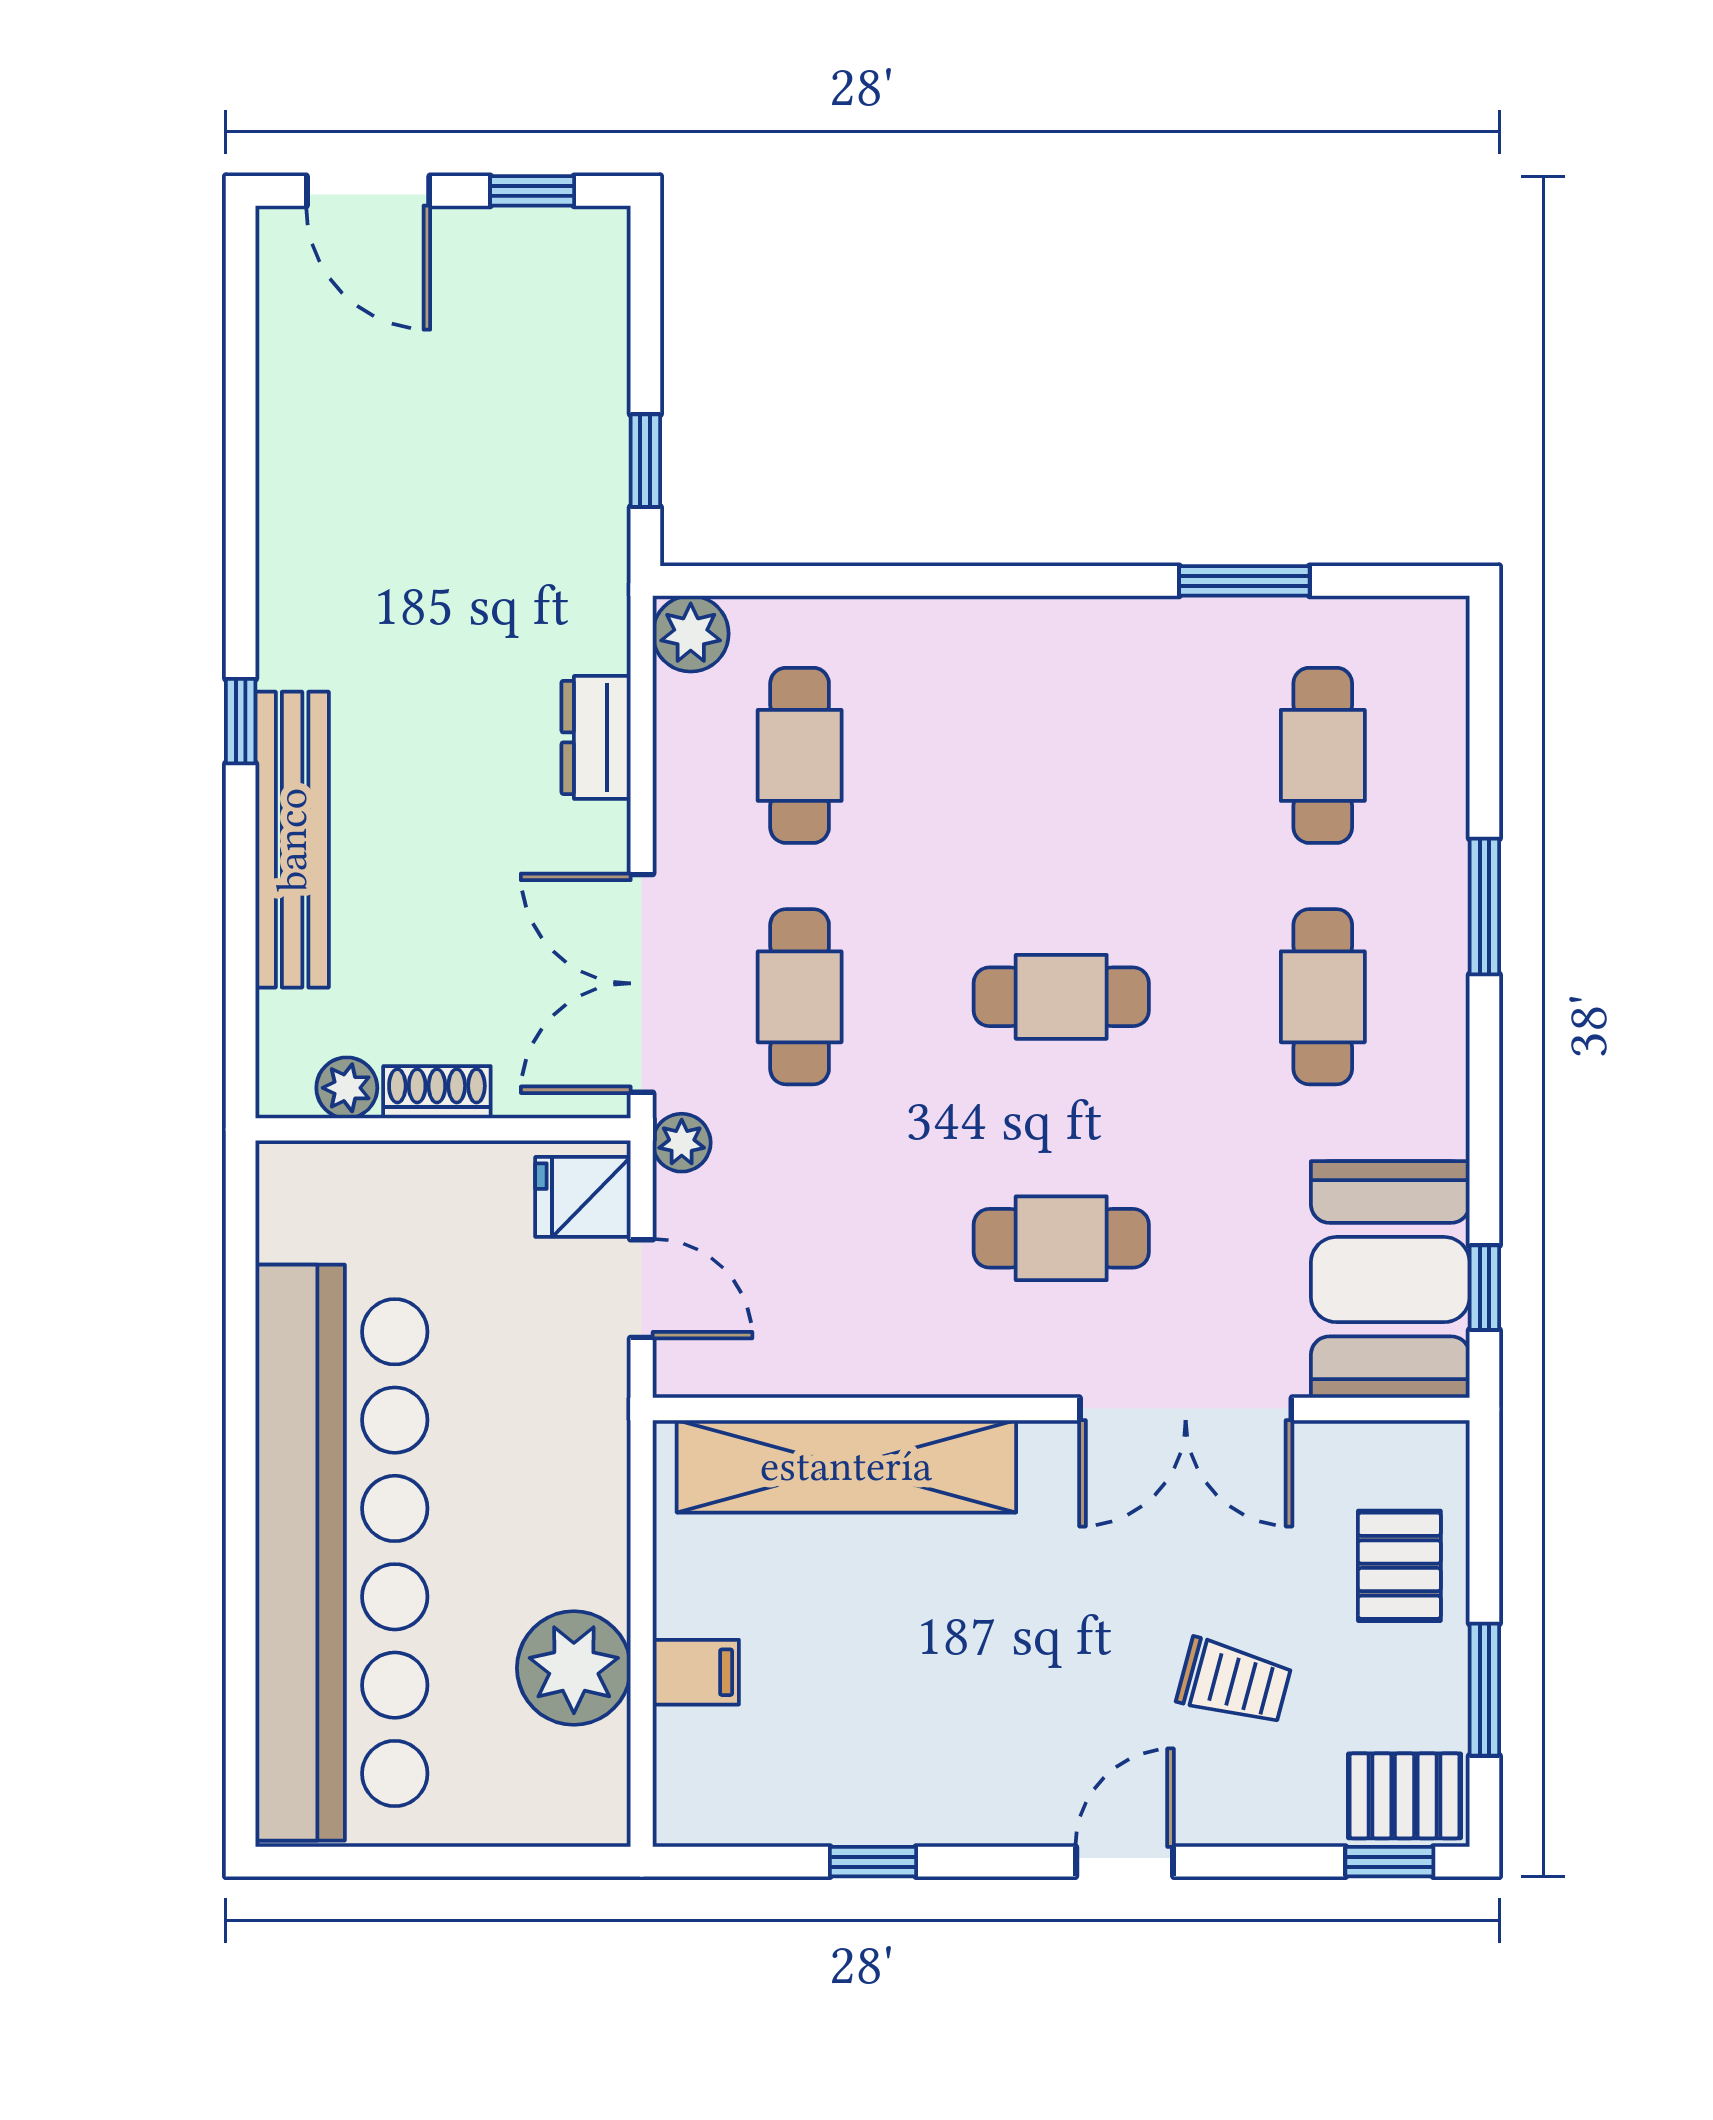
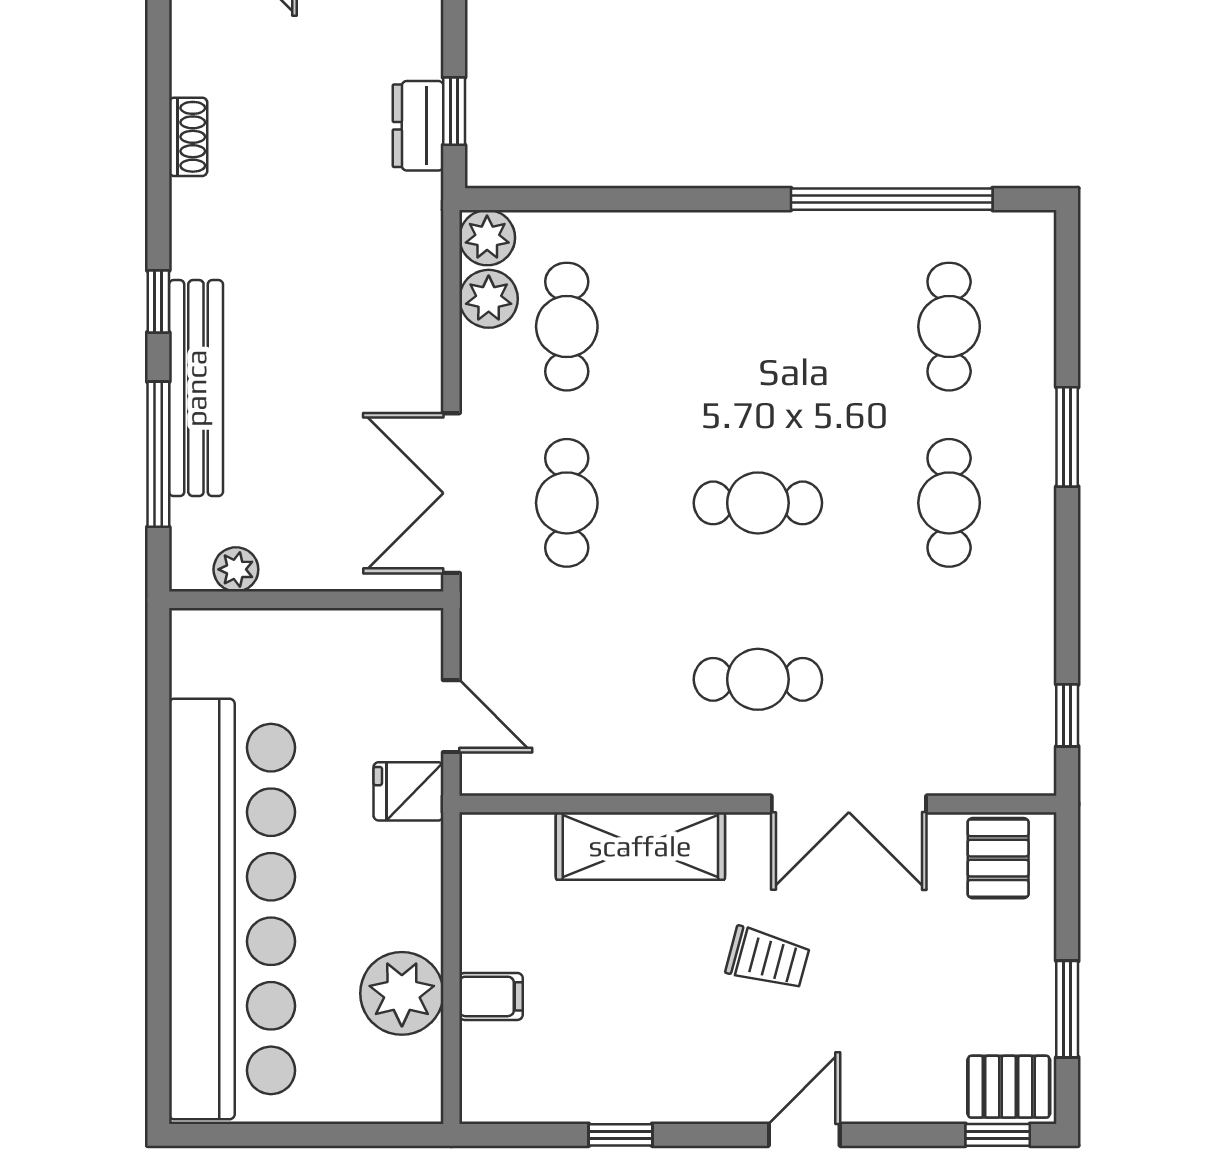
window: (1244, 581) -> (892, 199), width x2.11
dresser: (596, 737) -> (418, 126), moved
window: (241, 930) -> (158, 454), added
shoe rack: (437, 1092) -> (188, 137), moved, turned 90
plant: (682, 1143) -> (489, 299), moved, width x1.38, depth x1.38
fridge: (583, 1197) -> (408, 791), moved
booth: (1390, 1280) -> (998, 710), removed
shelving: (846, 1466) -> (640, 846), width x0.68
pallet: (1399, 1566) -> (998, 858), moved
trolley: (1234, 1682) -> (768, 958), moved

